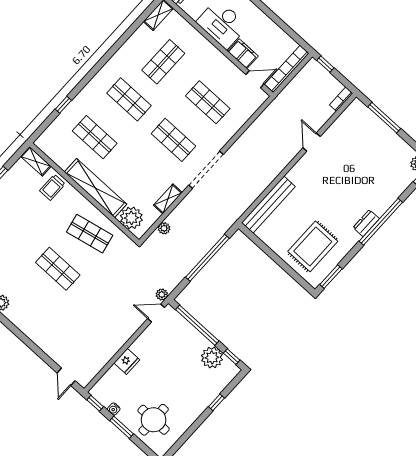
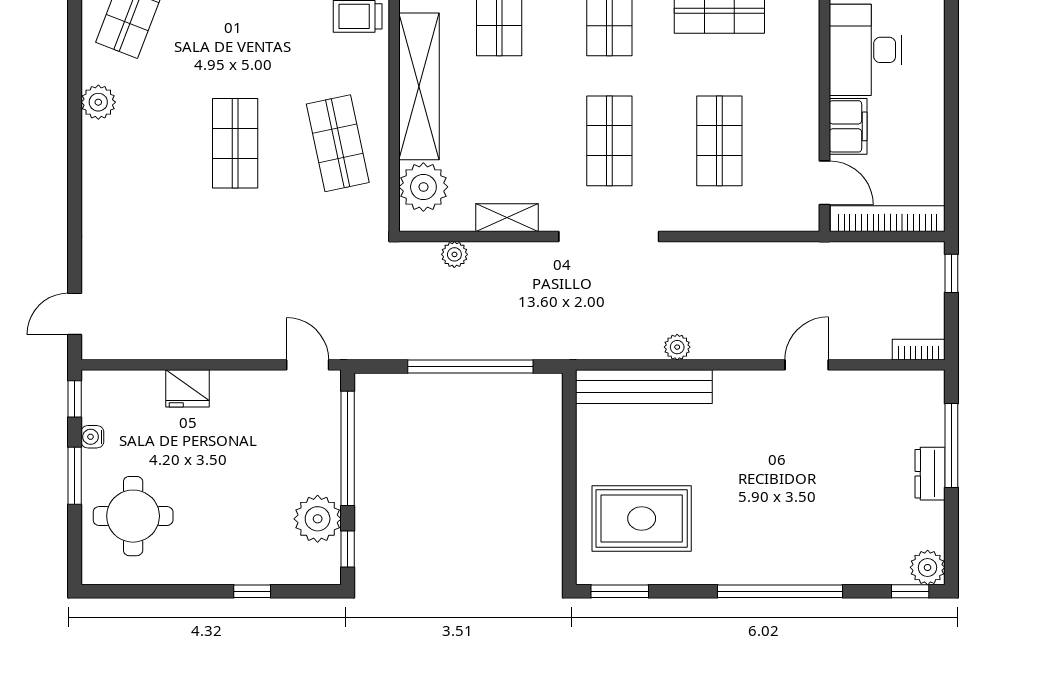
dresser: (366, 223) -> (930, 474), moved, turned -90
plant: (162, 295) -> (677, 347), moved

